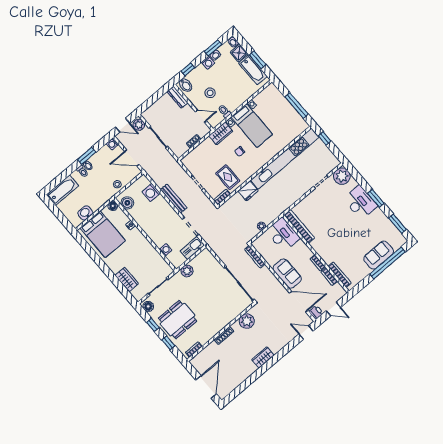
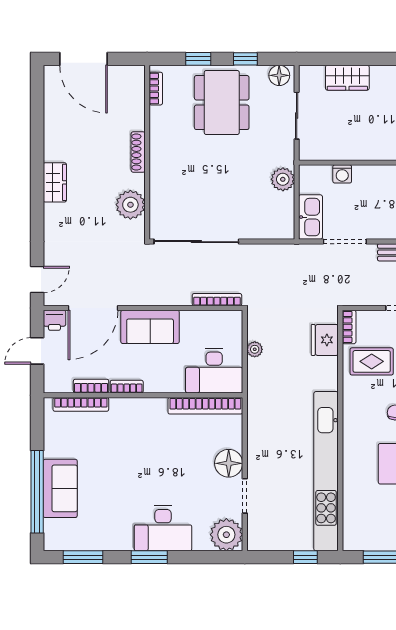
fridge: (248, 191) -> (325, 340), moved
floor lamp: (314, 199) -> (229, 463), added

